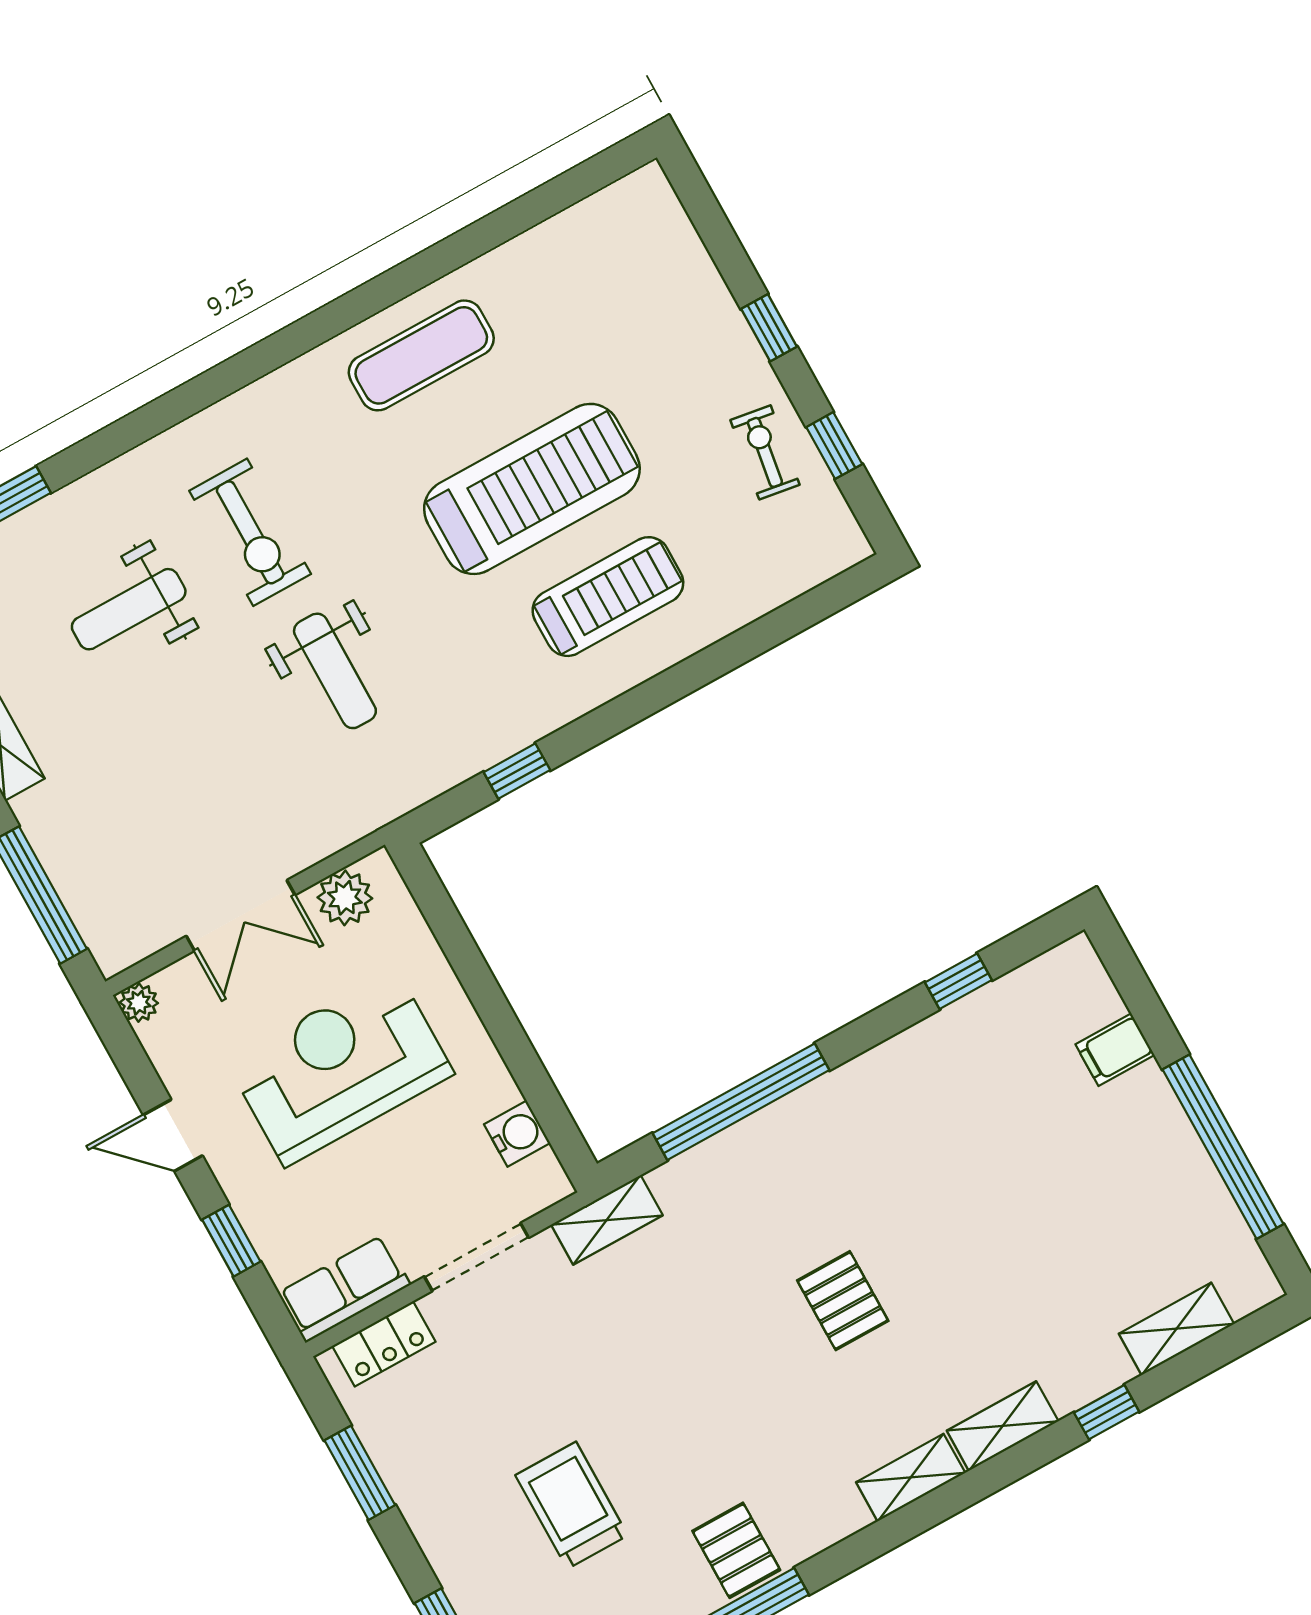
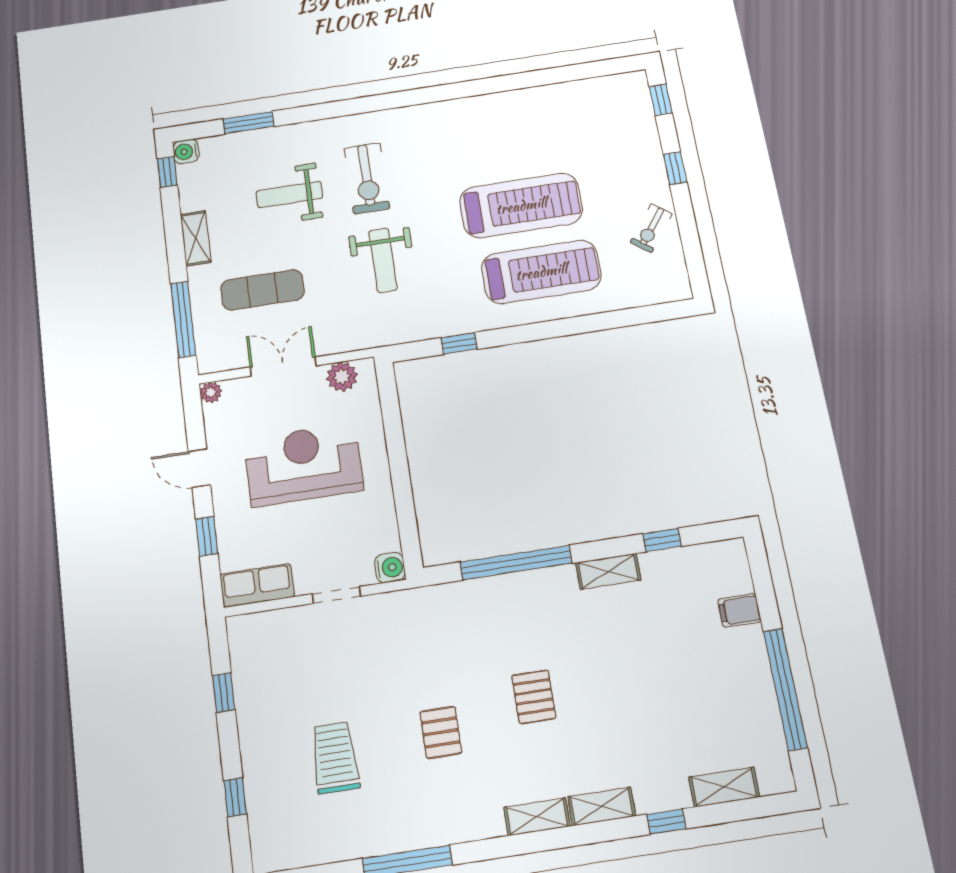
exercise mat: (421, 355) -> (262, 290), moved
window: (834, 446) -> (661, 100), moved
exercise bike: (765, 452) -> (651, 228), turned -152
treadmill: (608, 597) -> (541, 272), width x1.37, depth x1.37
double door: (241, 915) -> (283, 366), swing flipped
water cooler: (517, 1134) -> (390, 567), moved
shelving: (607, 1220) -> (608, 571), moved
doorway: (476, 1257) -> (337, 595), width x0.73
locker: (384, 1344) -> (266, 624), removed
window: (360, 1473) -> (224, 693), width x0.67
pallet: (736, 1550) -> (441, 732), moved

